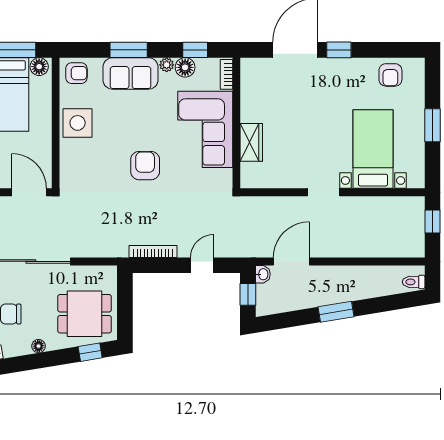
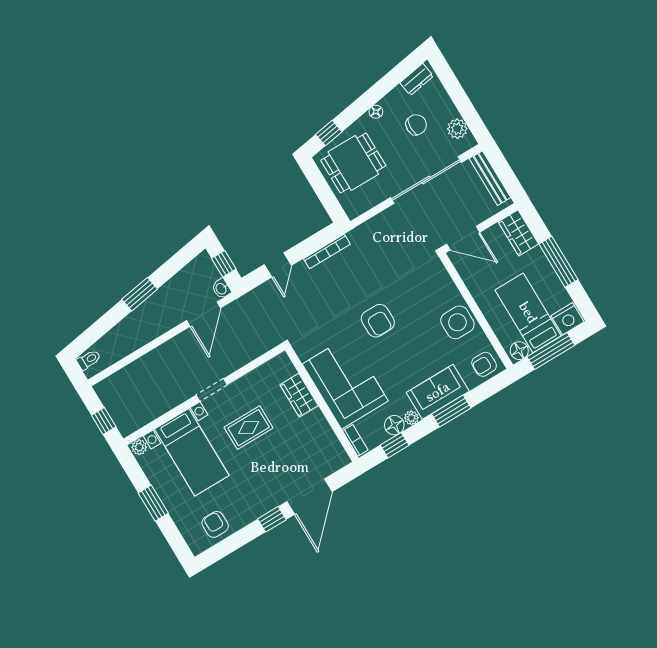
rug: (312, 141) -> (249, 428), added
plant: (416, 181) -> (139, 447), added

